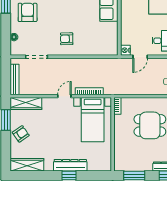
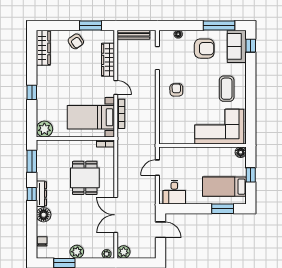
nightstand: (125, 50) -> (164, 152), removed
door: (140, 57) -> (157, 168), hinge flipped
wardrobe: (26, 103) -> (108, 60), moved
plant: (104, 164) -> (44, 129), added
dresser: (70, 165) -> (43, 94), removed

